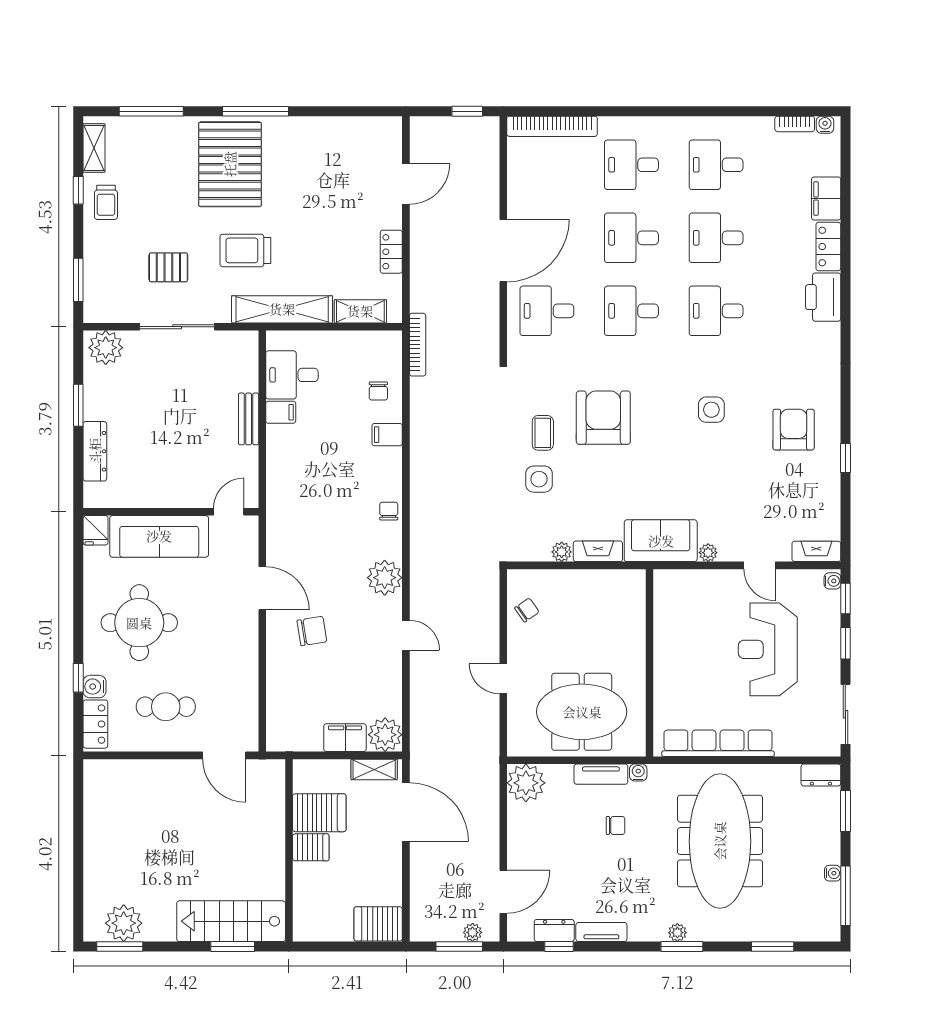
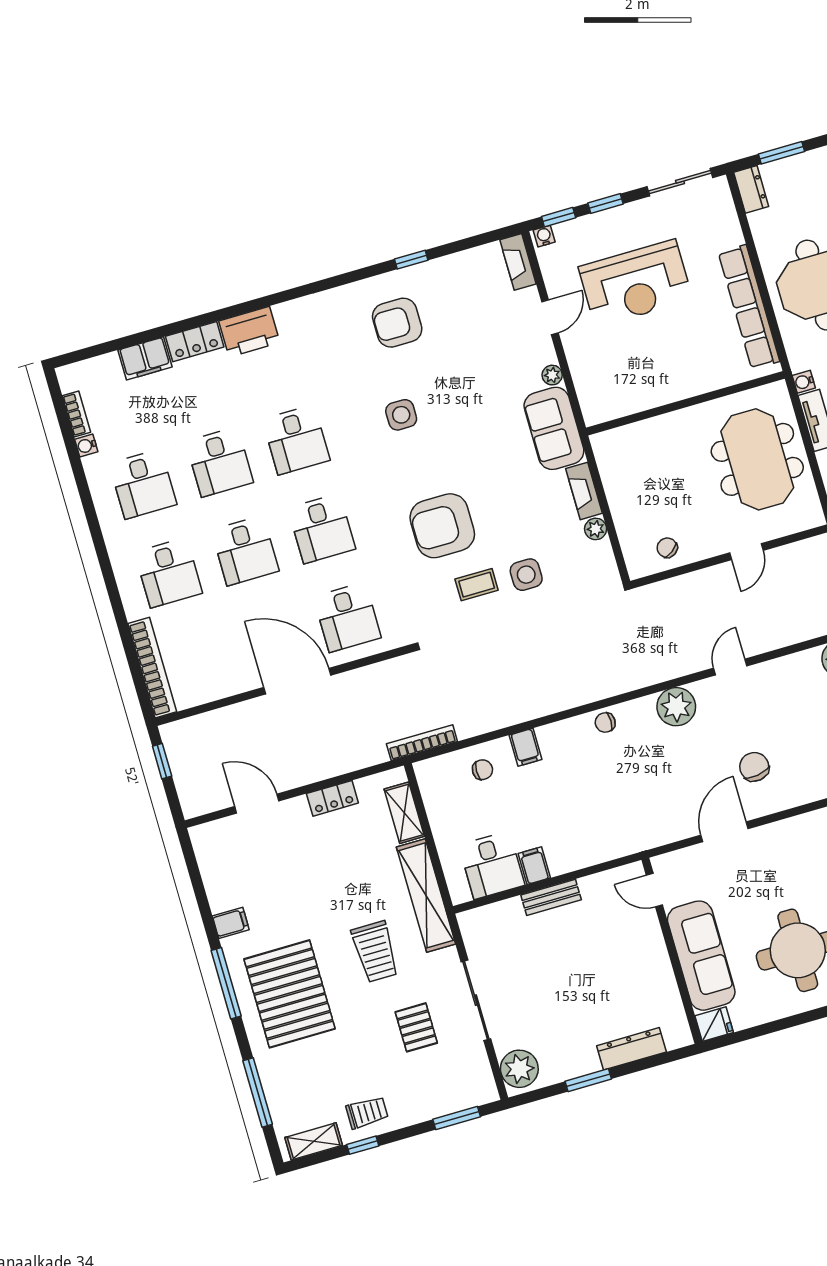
water cooler: (825, 125) -> (86, 446), moved
filing cabinet: (308, 131) -> (231, 923), added
pallet: (230, 164) -> (290, 994), turned 90

